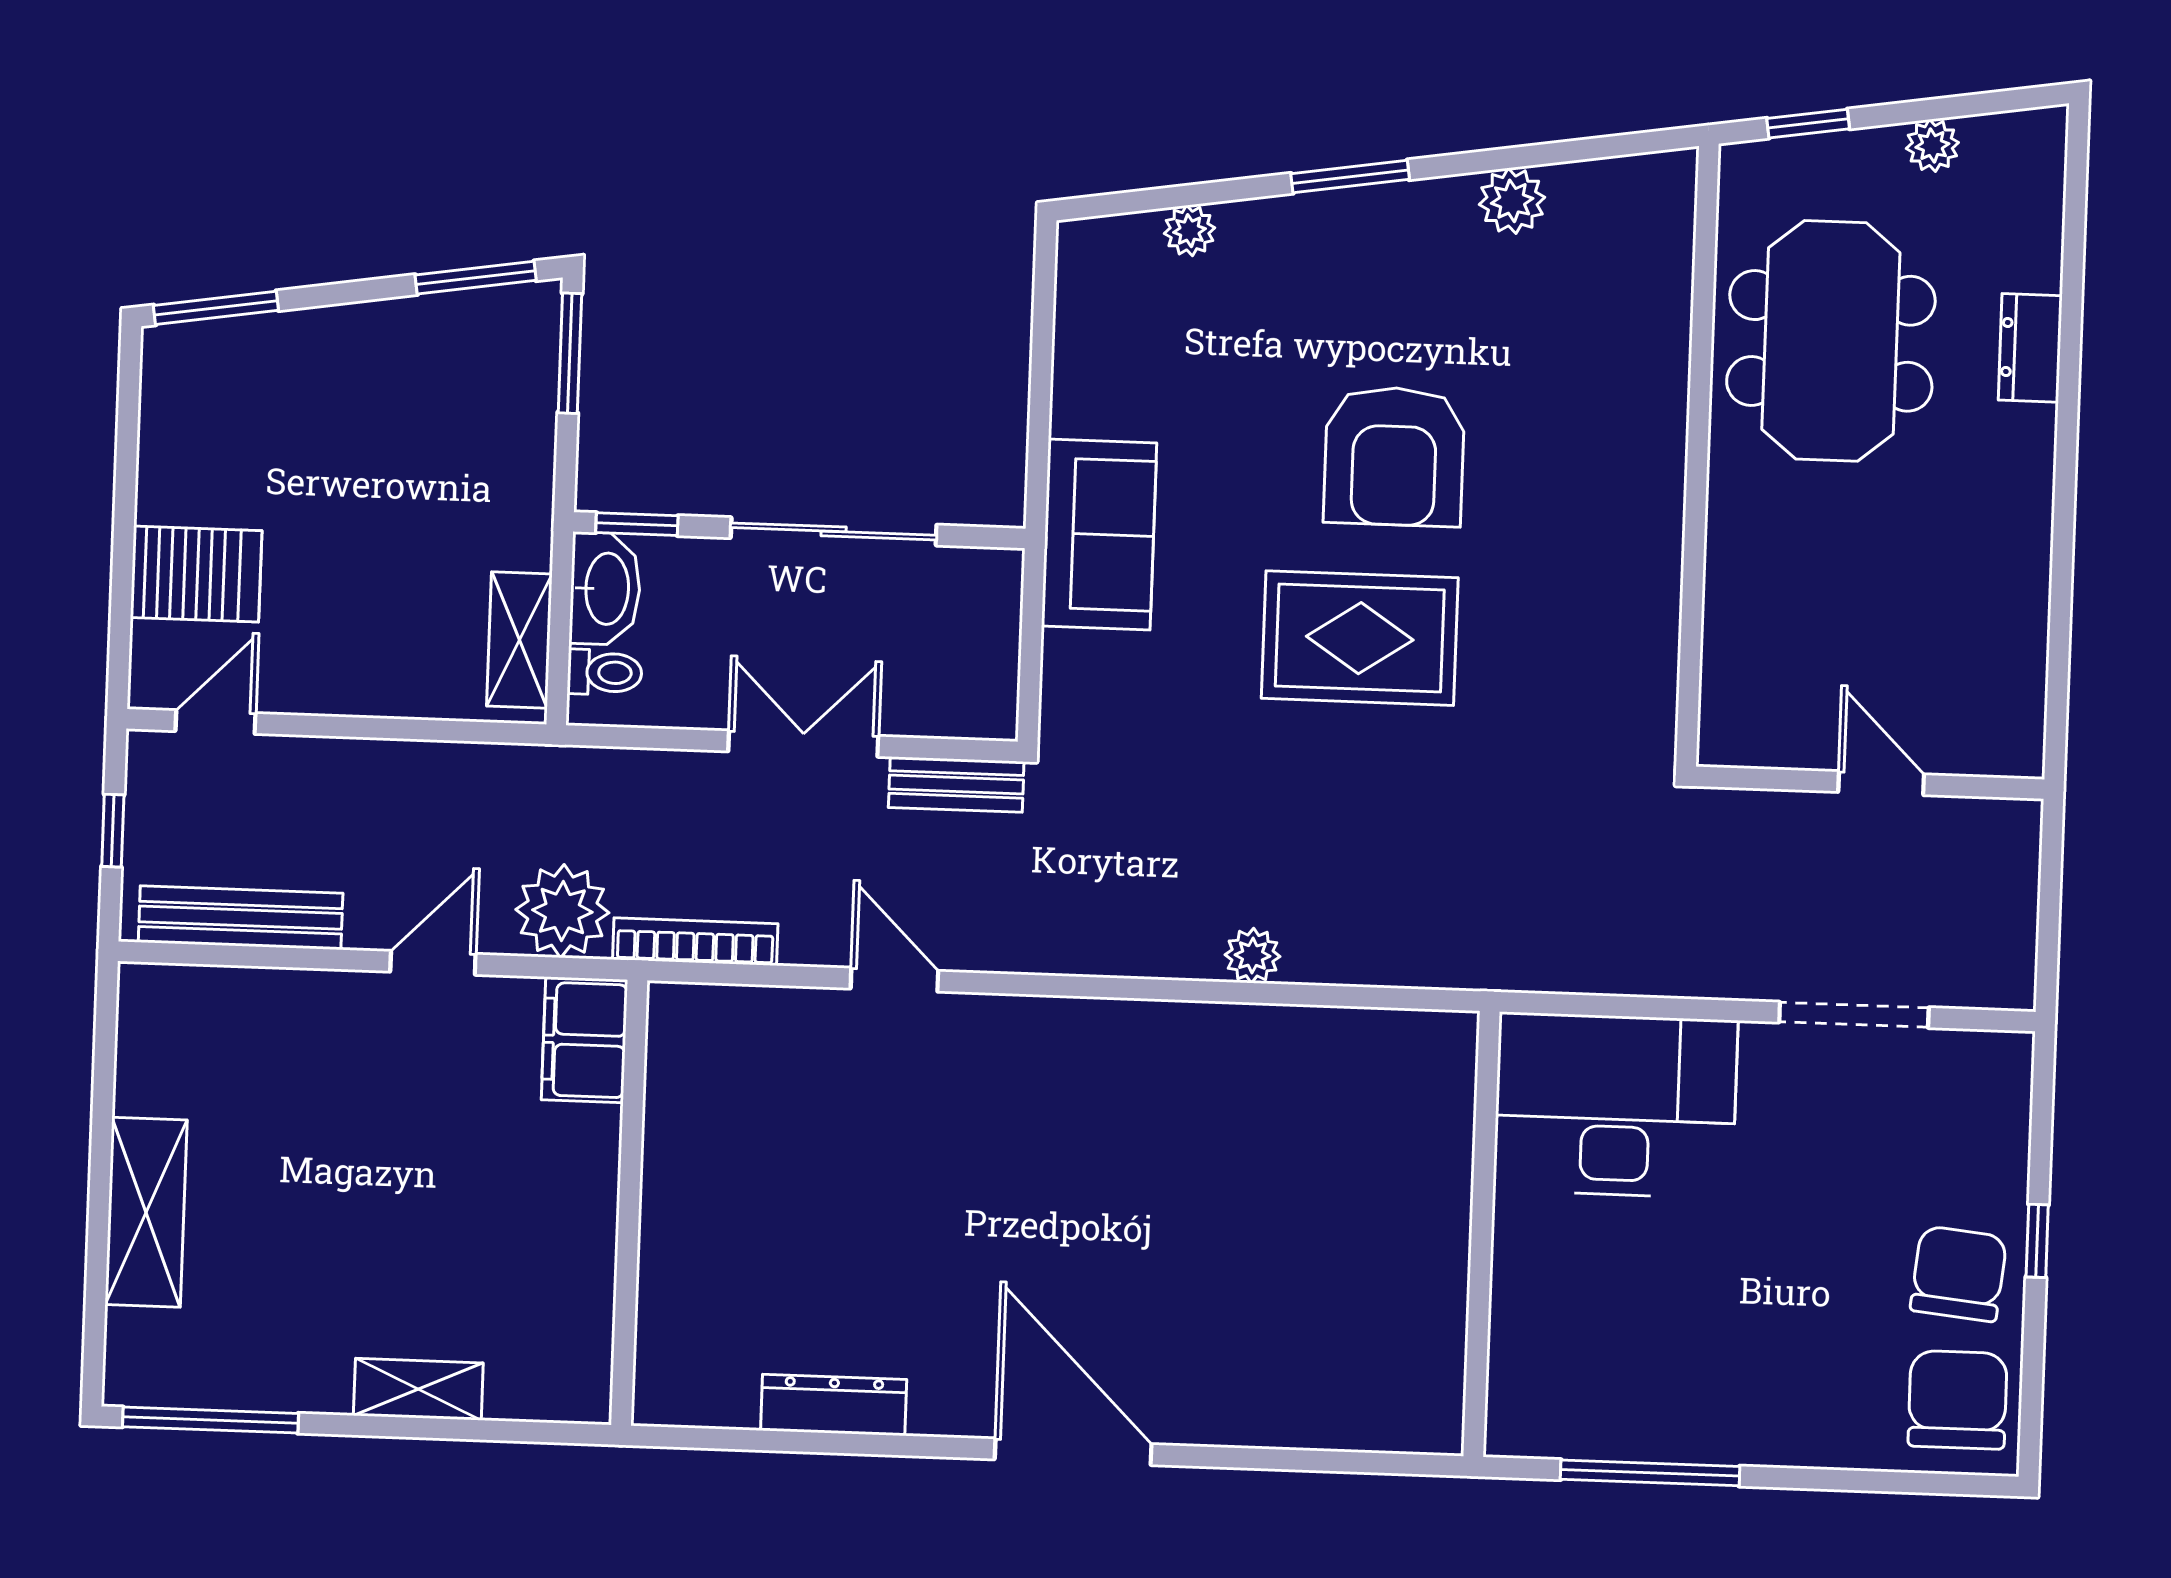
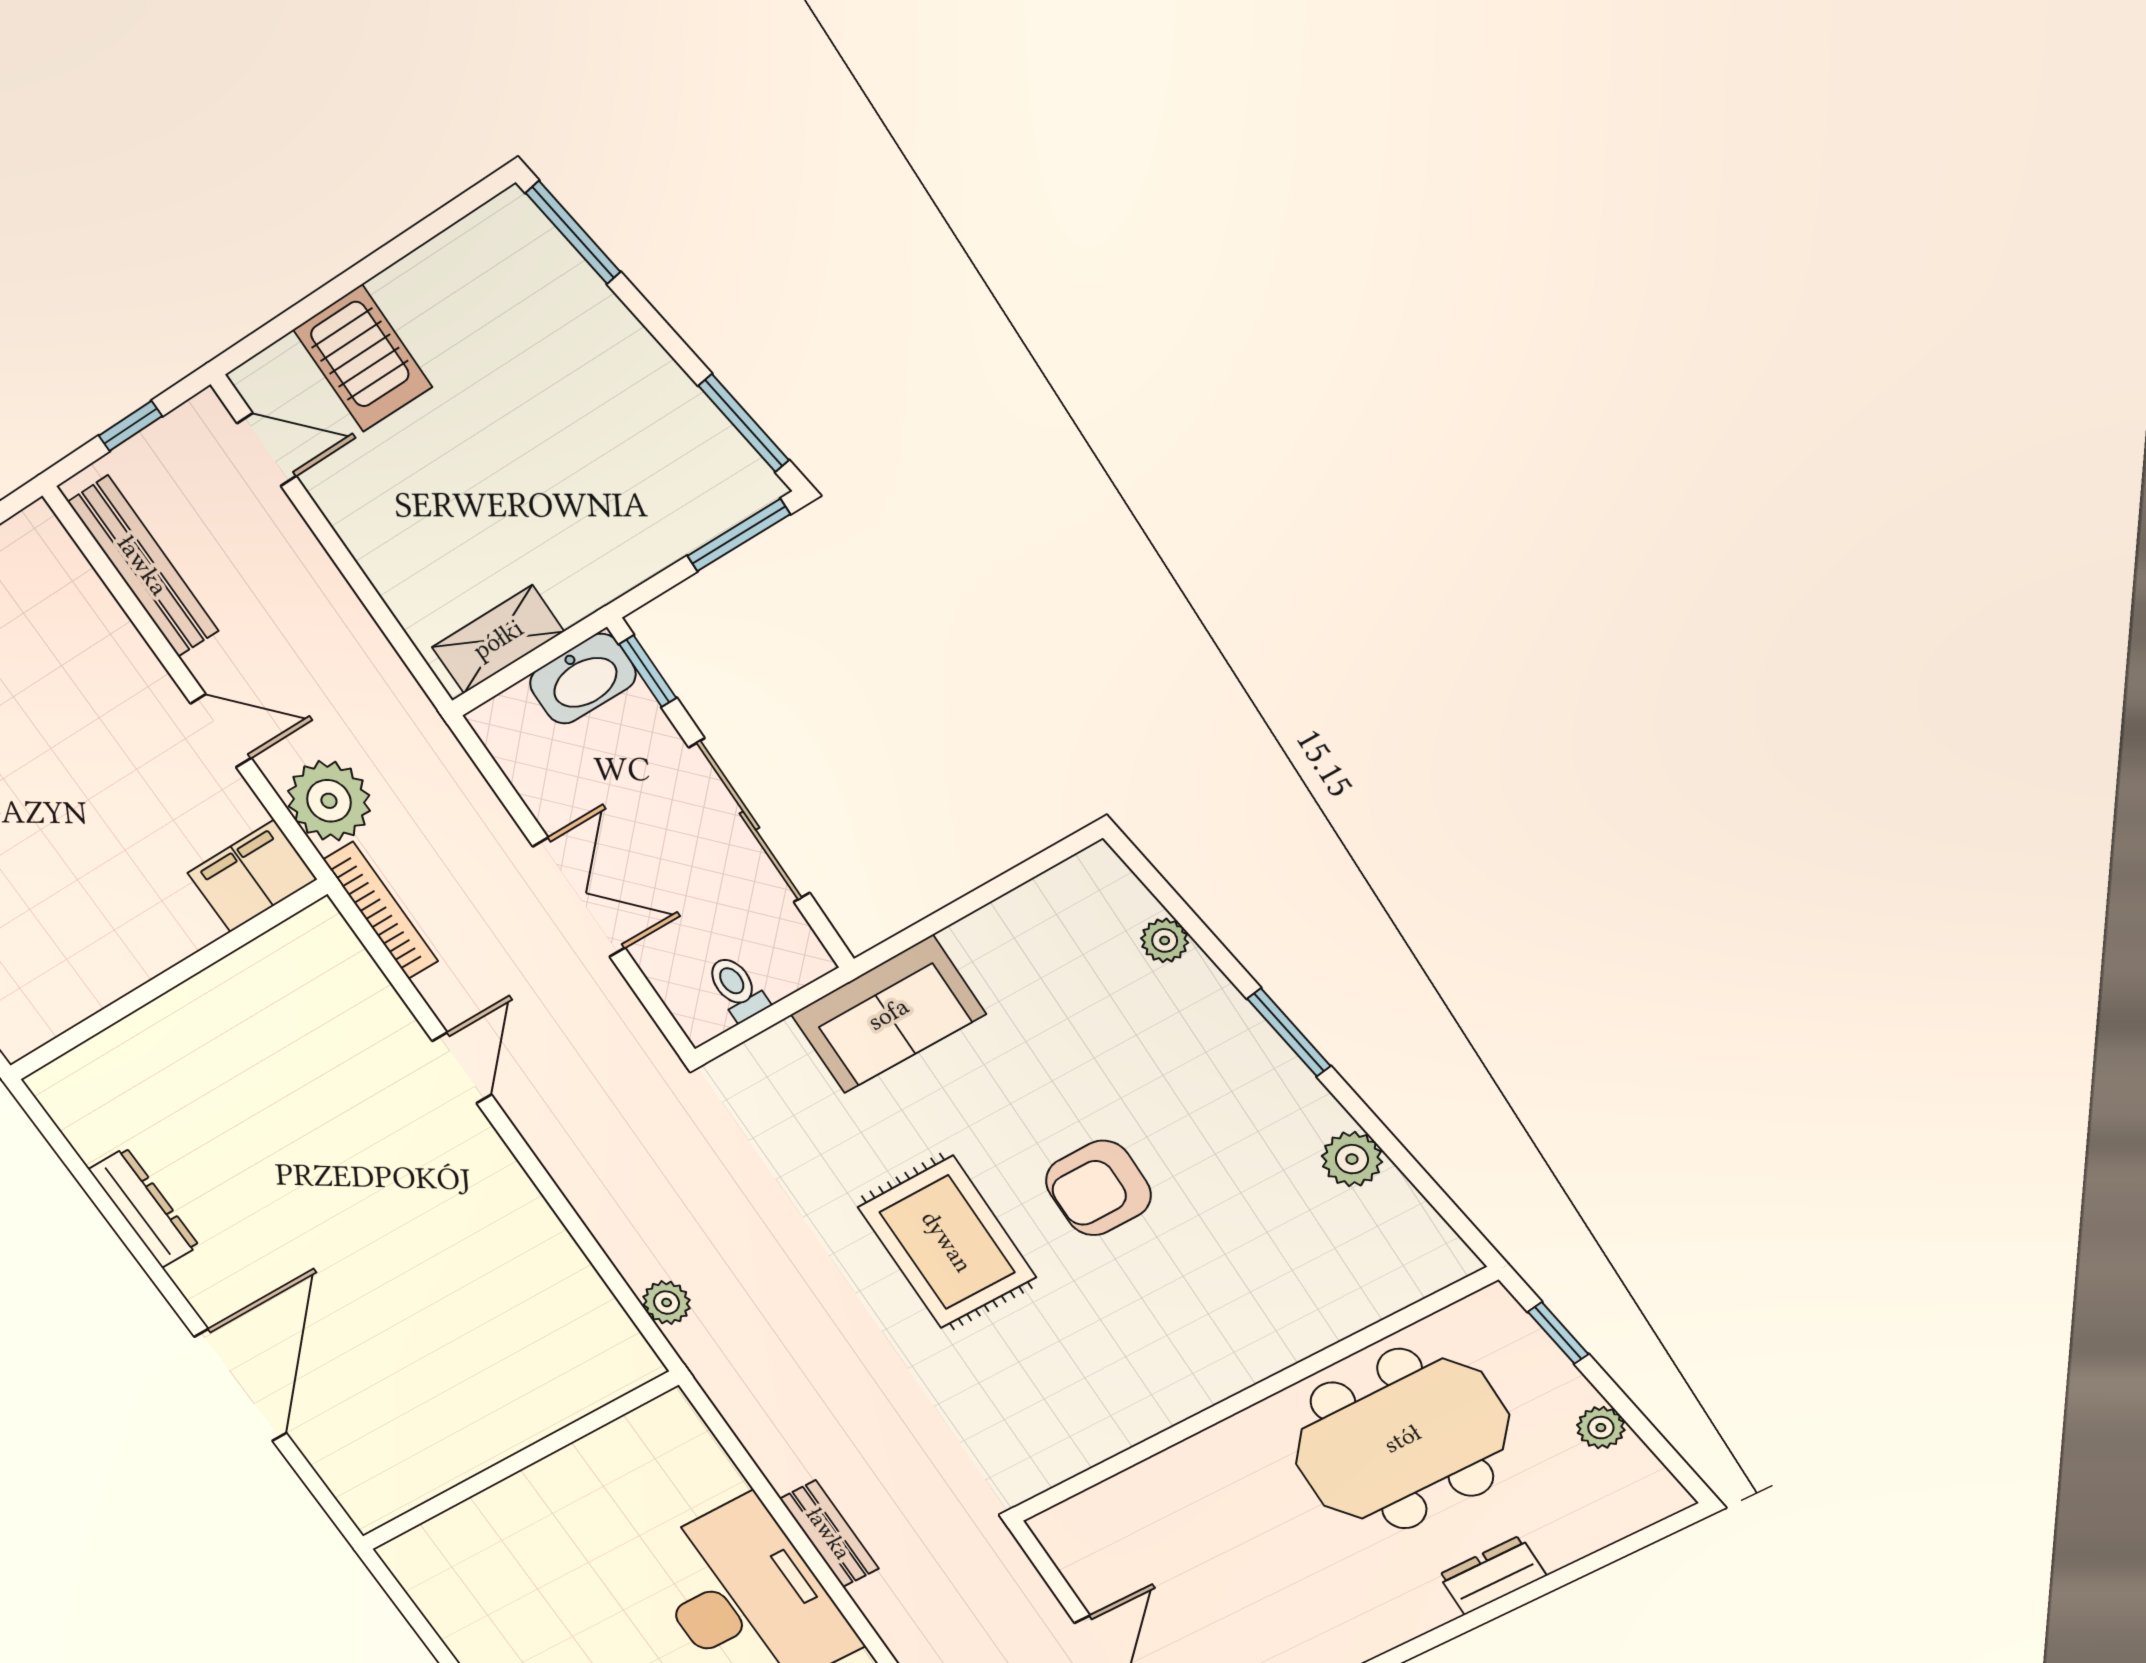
armchair: (1394, 456) -> (1098, 1188), width x0.73, depth x0.73
toilet: (605, 672) -> (737, 988), moved, turned 180
bench: (956, 784) -> (829, 1534), moved
wall: (1481, 1234) -> (519, 1462), moved

